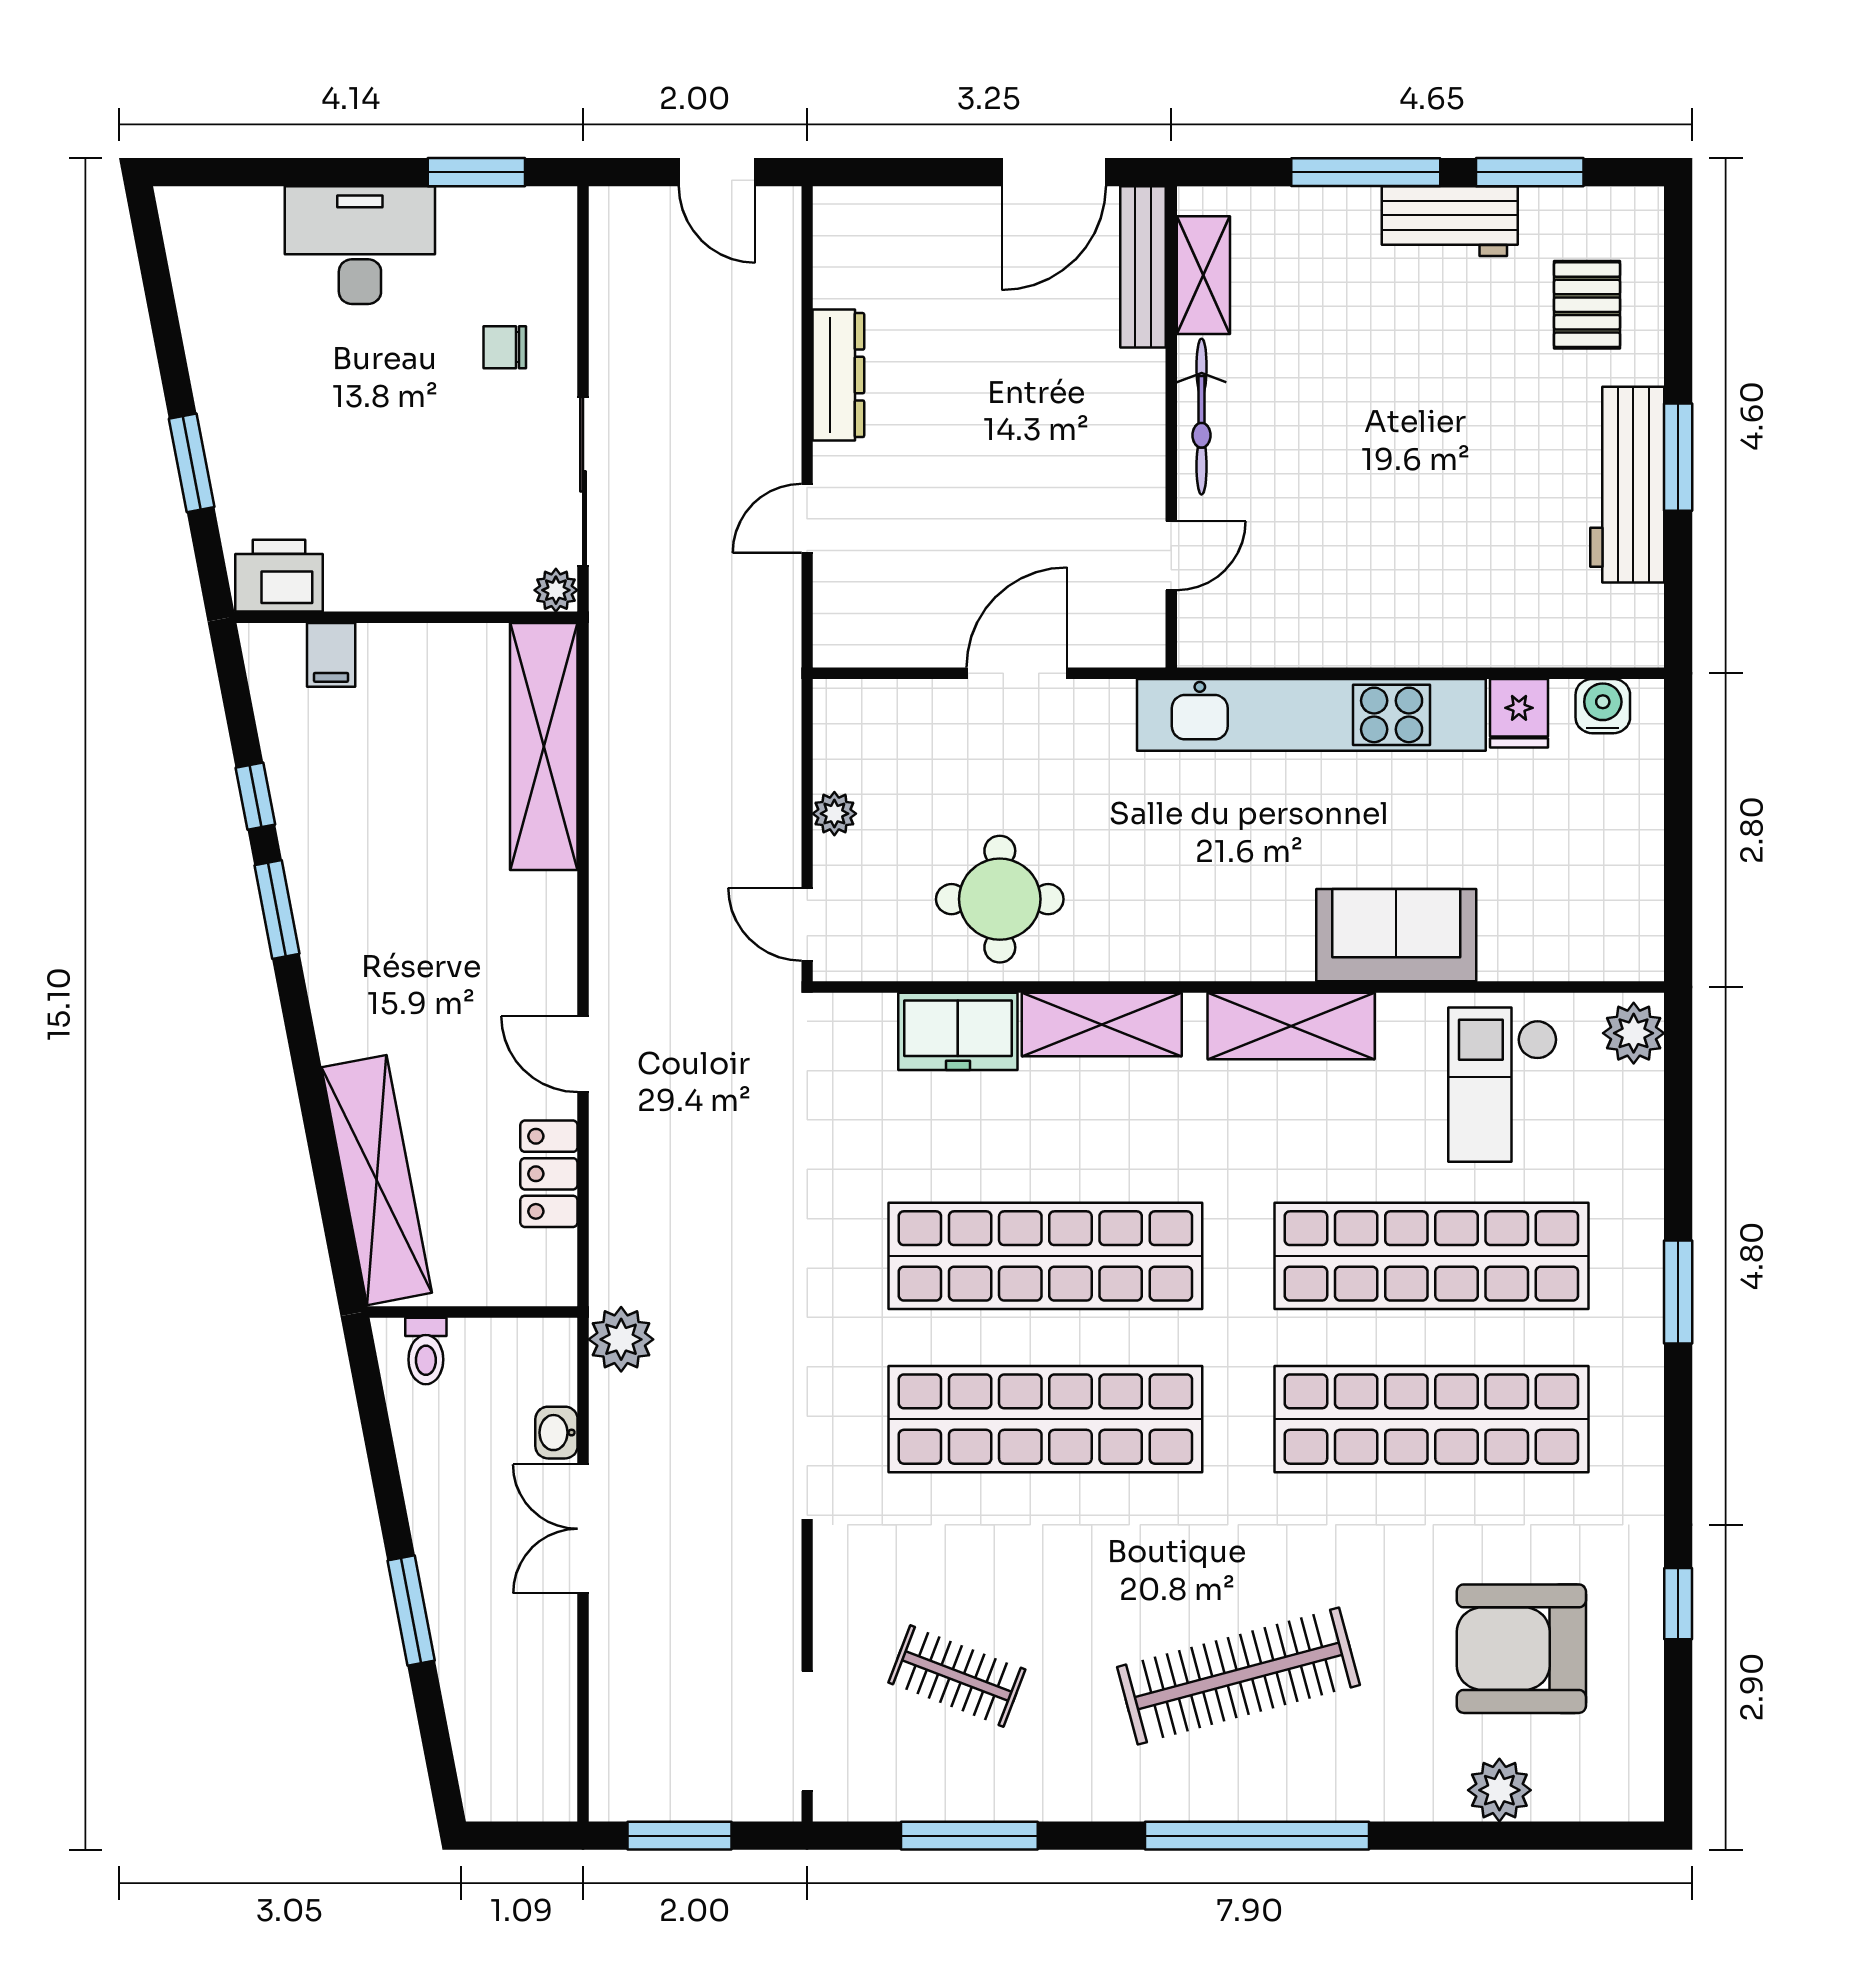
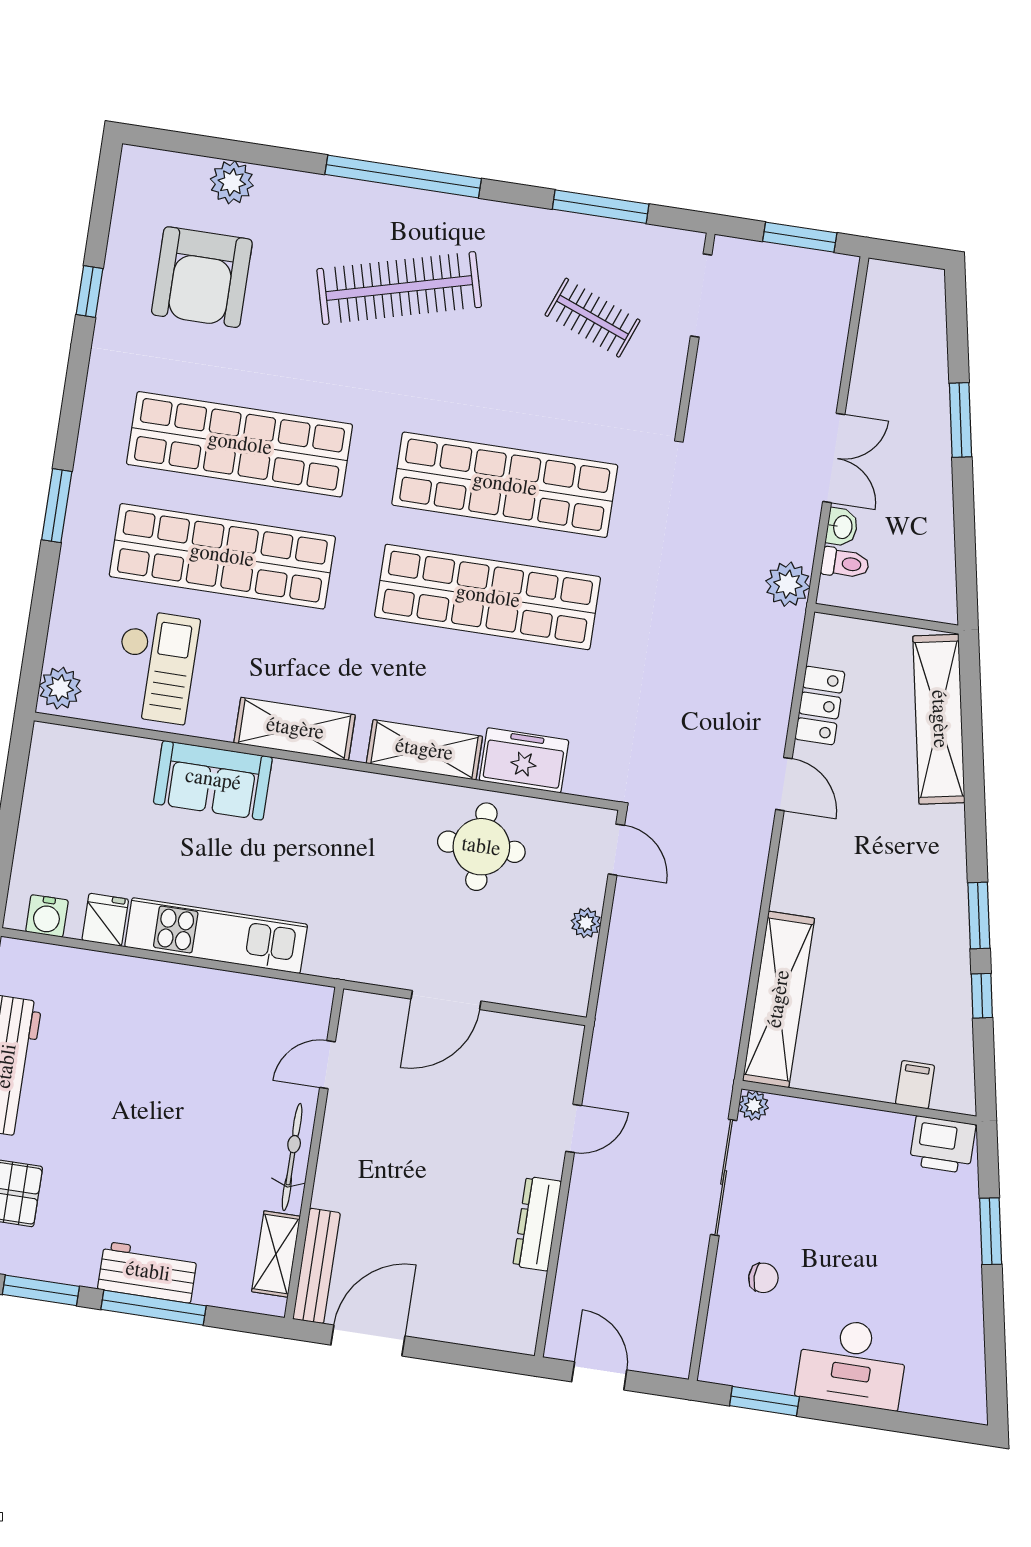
workbench: (1450, 221) -> (148, 1272), moved
kitchen unit: (1311, 715) -> (216, 936), width x0.73
toilet: (426, 1351) -> (845, 563), moved, turned 90
armchair: (1521, 1649) -> (202, 277), turned 90

